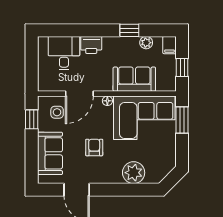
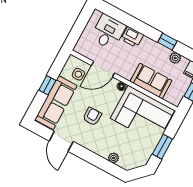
window: (32, 119) -> (47, 85), moved
window: (182, 120) -> (162, 147), moved
sofa: (50, 153) -> (56, 103), width x1.36
plant: (134, 173) -> (113, 158), width x0.53, depth x0.53

